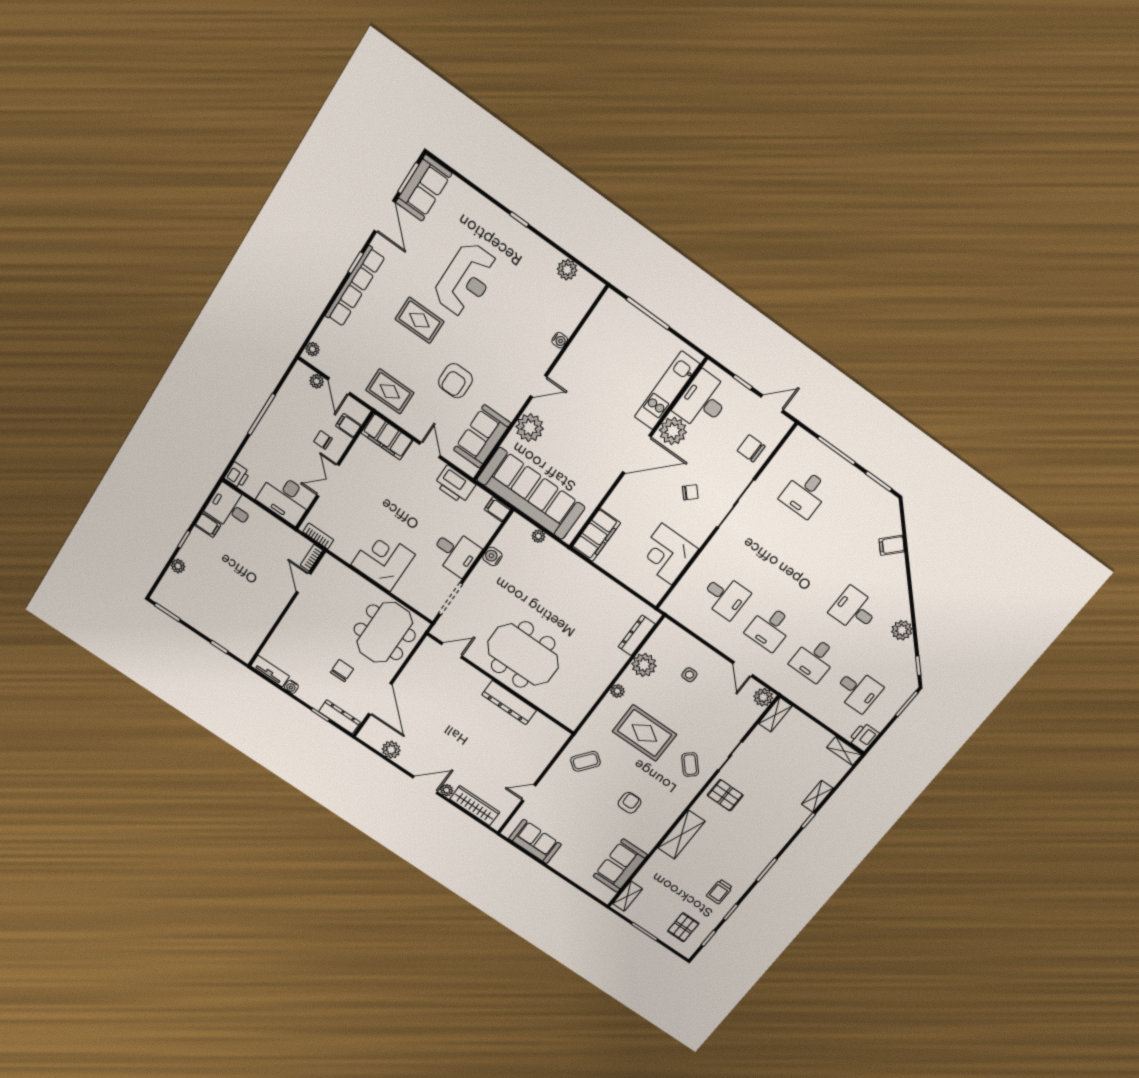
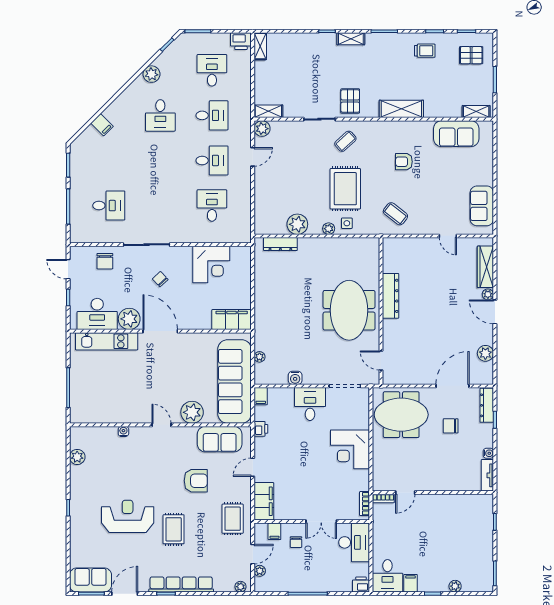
printer: (455, 485) -> (261, 429), width x0.53, depth x0.68
side table: (689, 675) -> (347, 223), moved
shelving: (817, 796) -> (351, 39), moved

